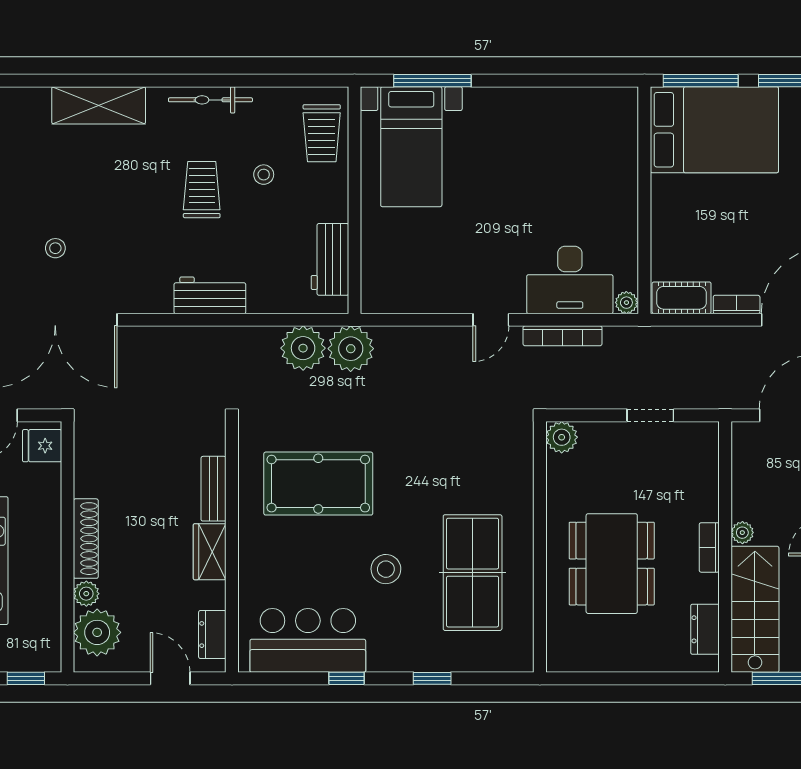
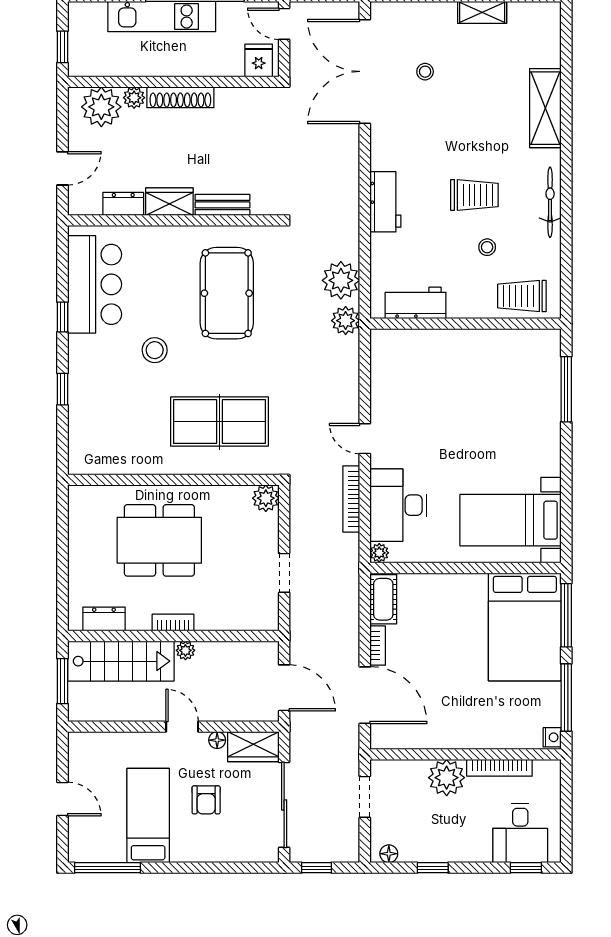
bed with nightstands: (411, 147) -> (511, 520), moved
plant: (351, 349) -> (346, 321), width x0.73, depth x0.73
table tennis table: (473, 573) -> (219, 422), moved
dresser: (212, 635) -> (123, 204), moved

